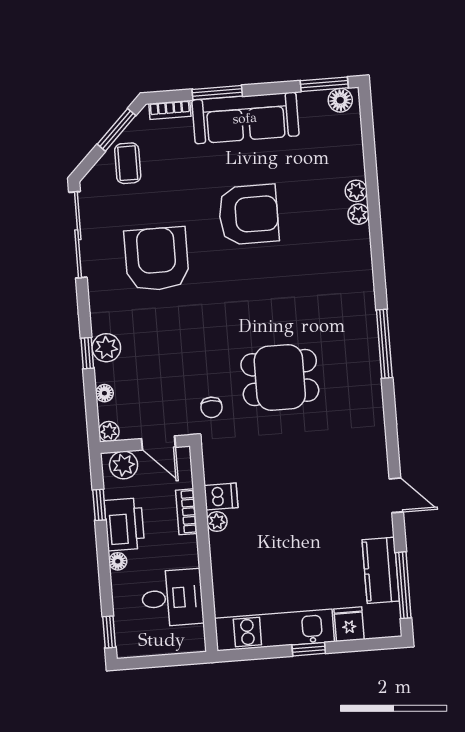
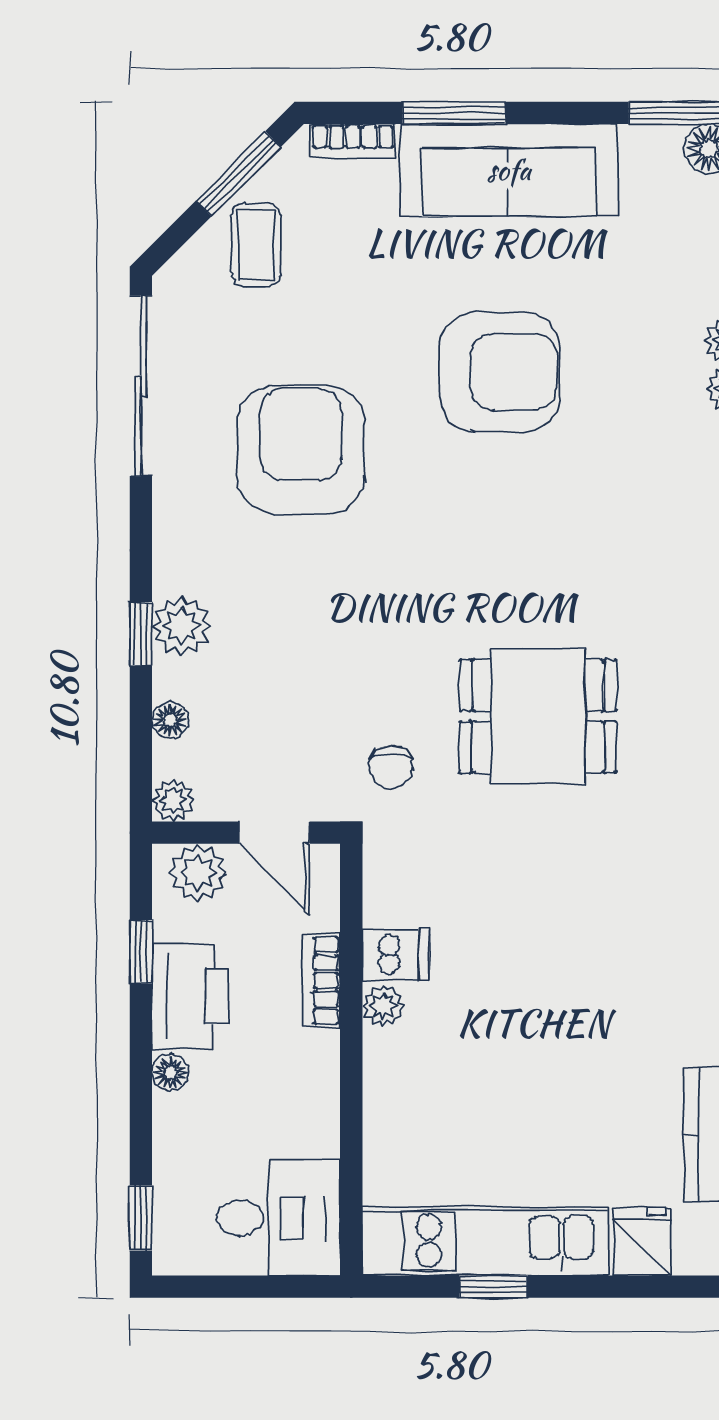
desk: (172, 598) -> (278, 1218), moved
window: (309, 649) -> (493, 1287), moved

